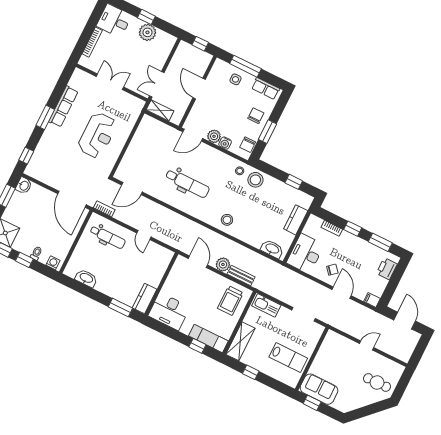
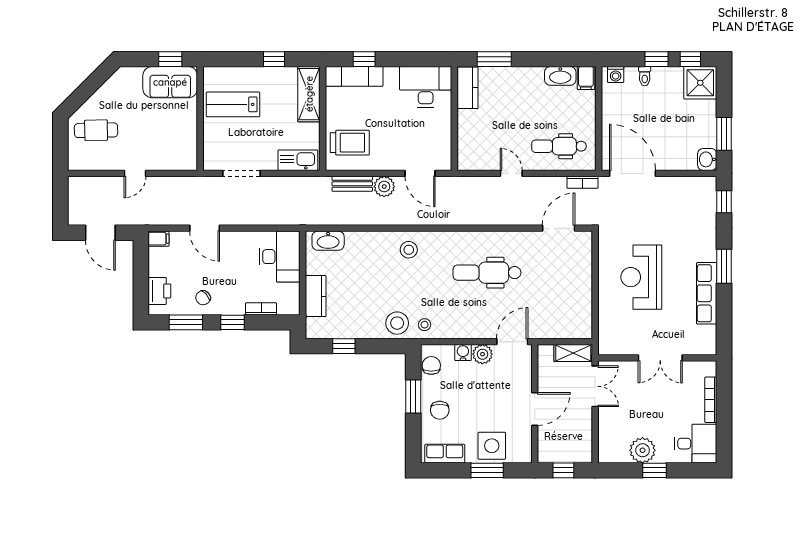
window: (245, 66) -> (487, 470), width x0.69
side table: (235, 79) -> (492, 446), width x1.87, depth x1.87
door: (199, 89) -> (535, 409), hinge flipped
filing cabinet: (72, 269) -> (586, 78), added
chair: (332, 270) -> (203, 298), moved
trolley: (230, 301) -> (350, 143), turned 90

